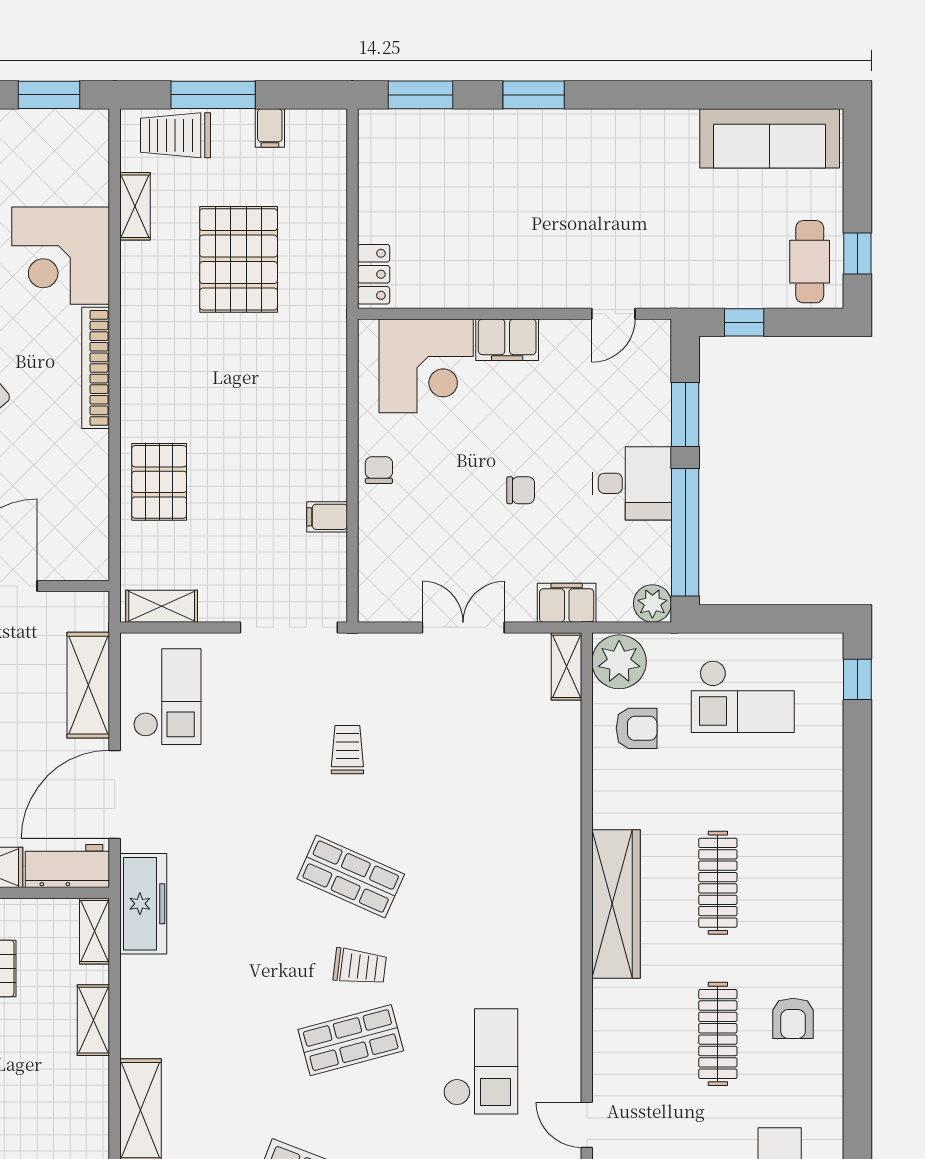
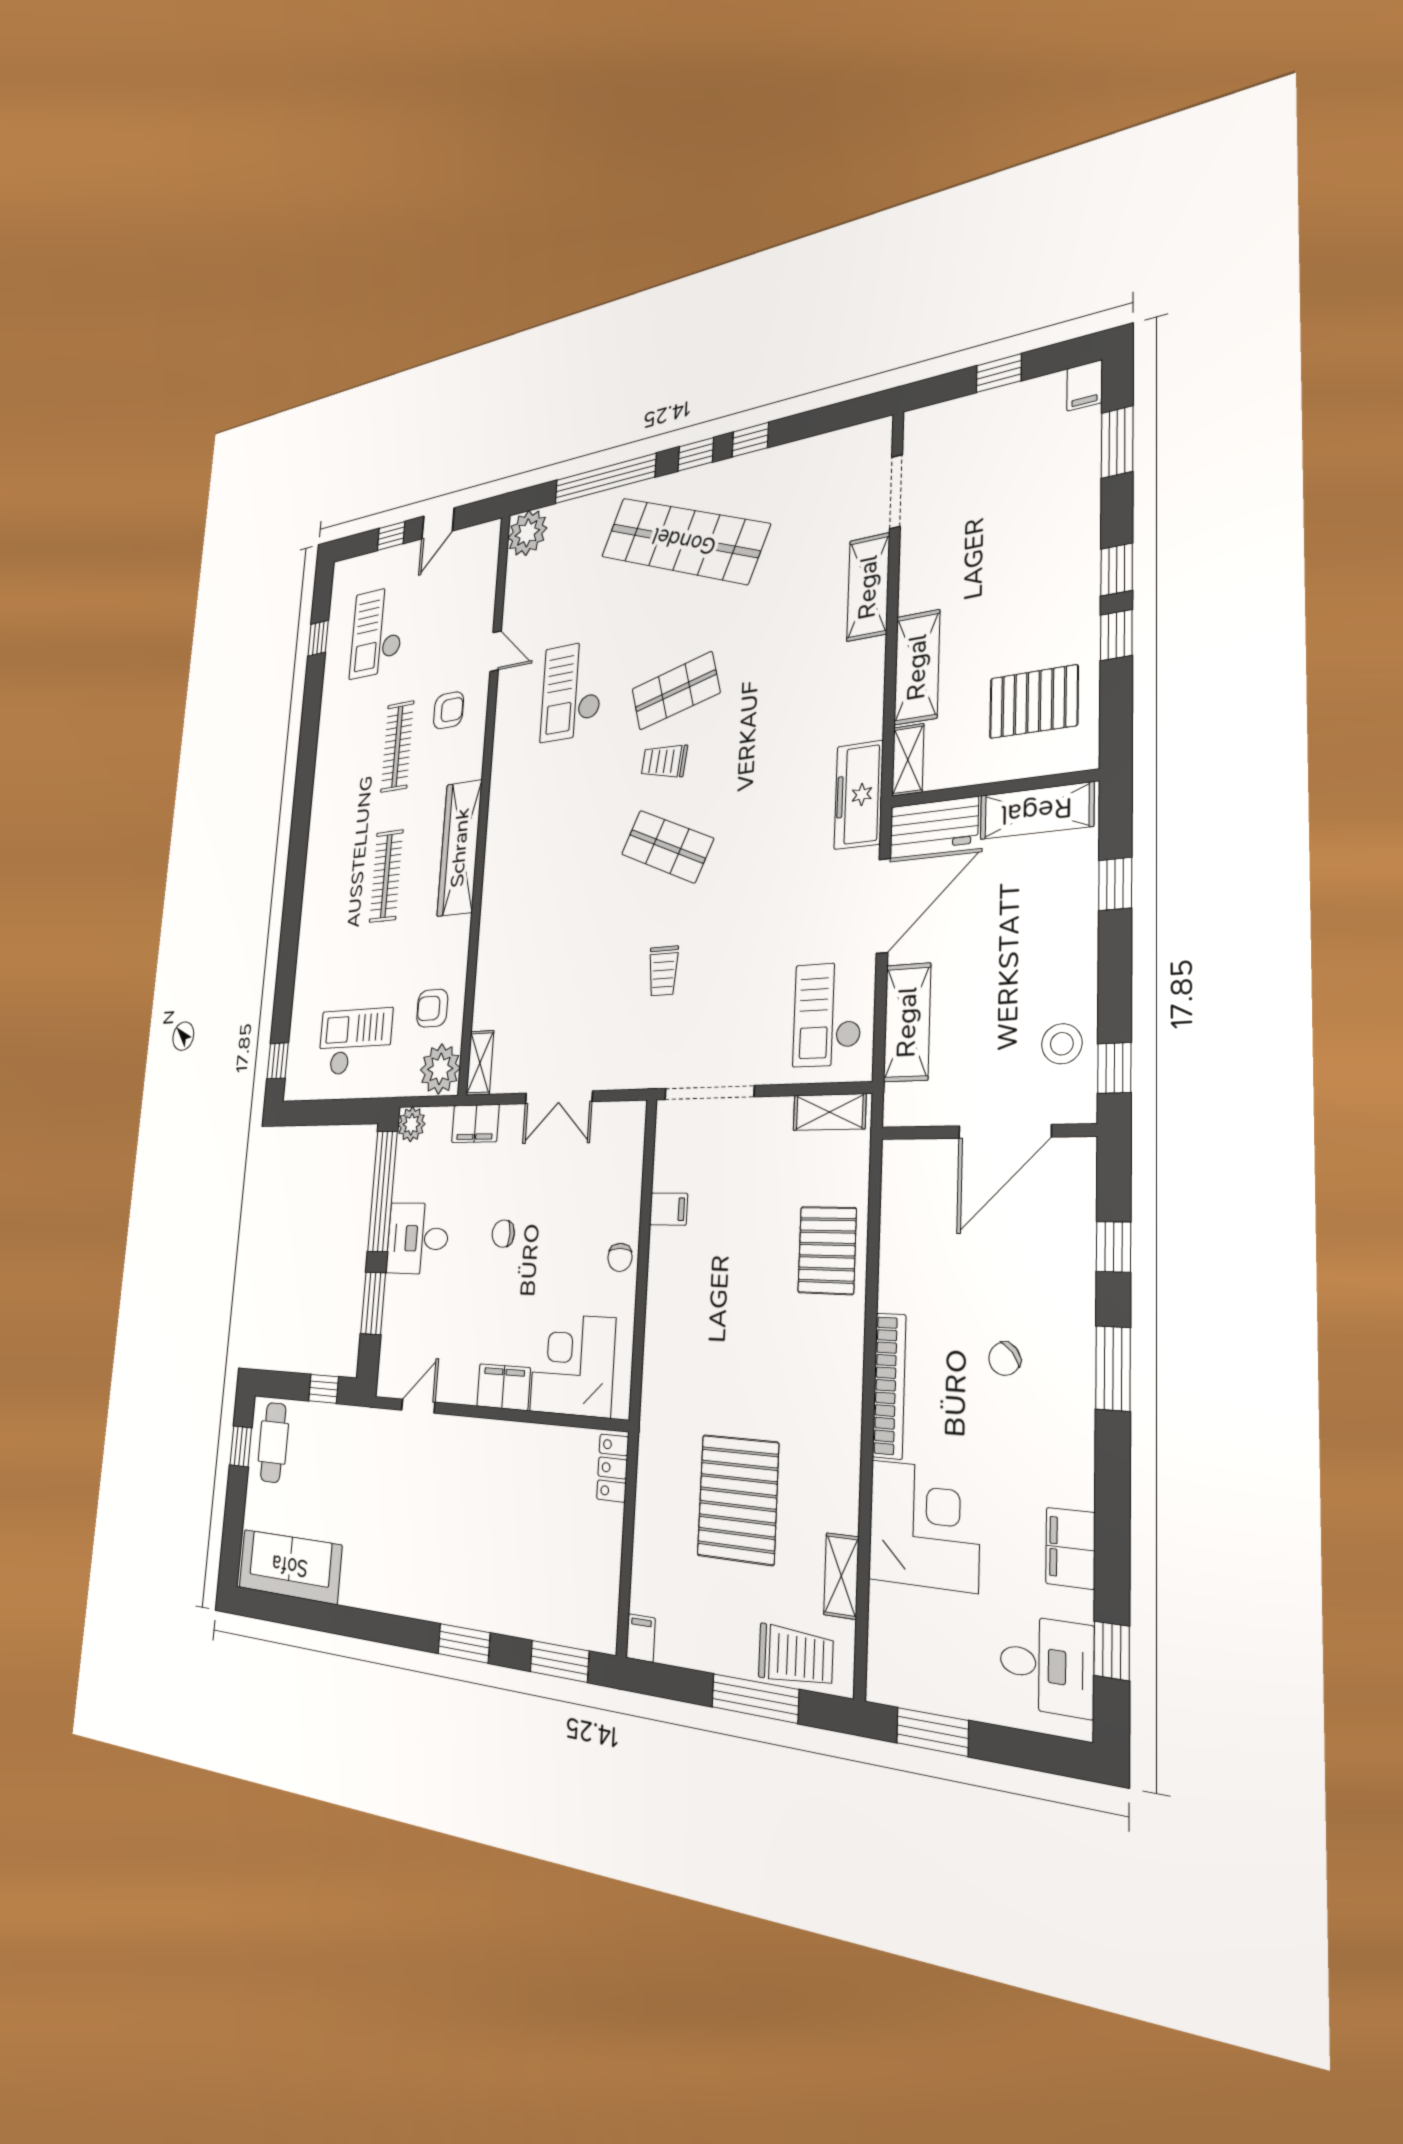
filing cabinet: (270, 128) -> (641, 1638), moved
armchair: (793, 1018) -> (449, 710), moved, turned 90
shelving: (93, 1020) -> (917, 667), width x1.50, depth x1.33

